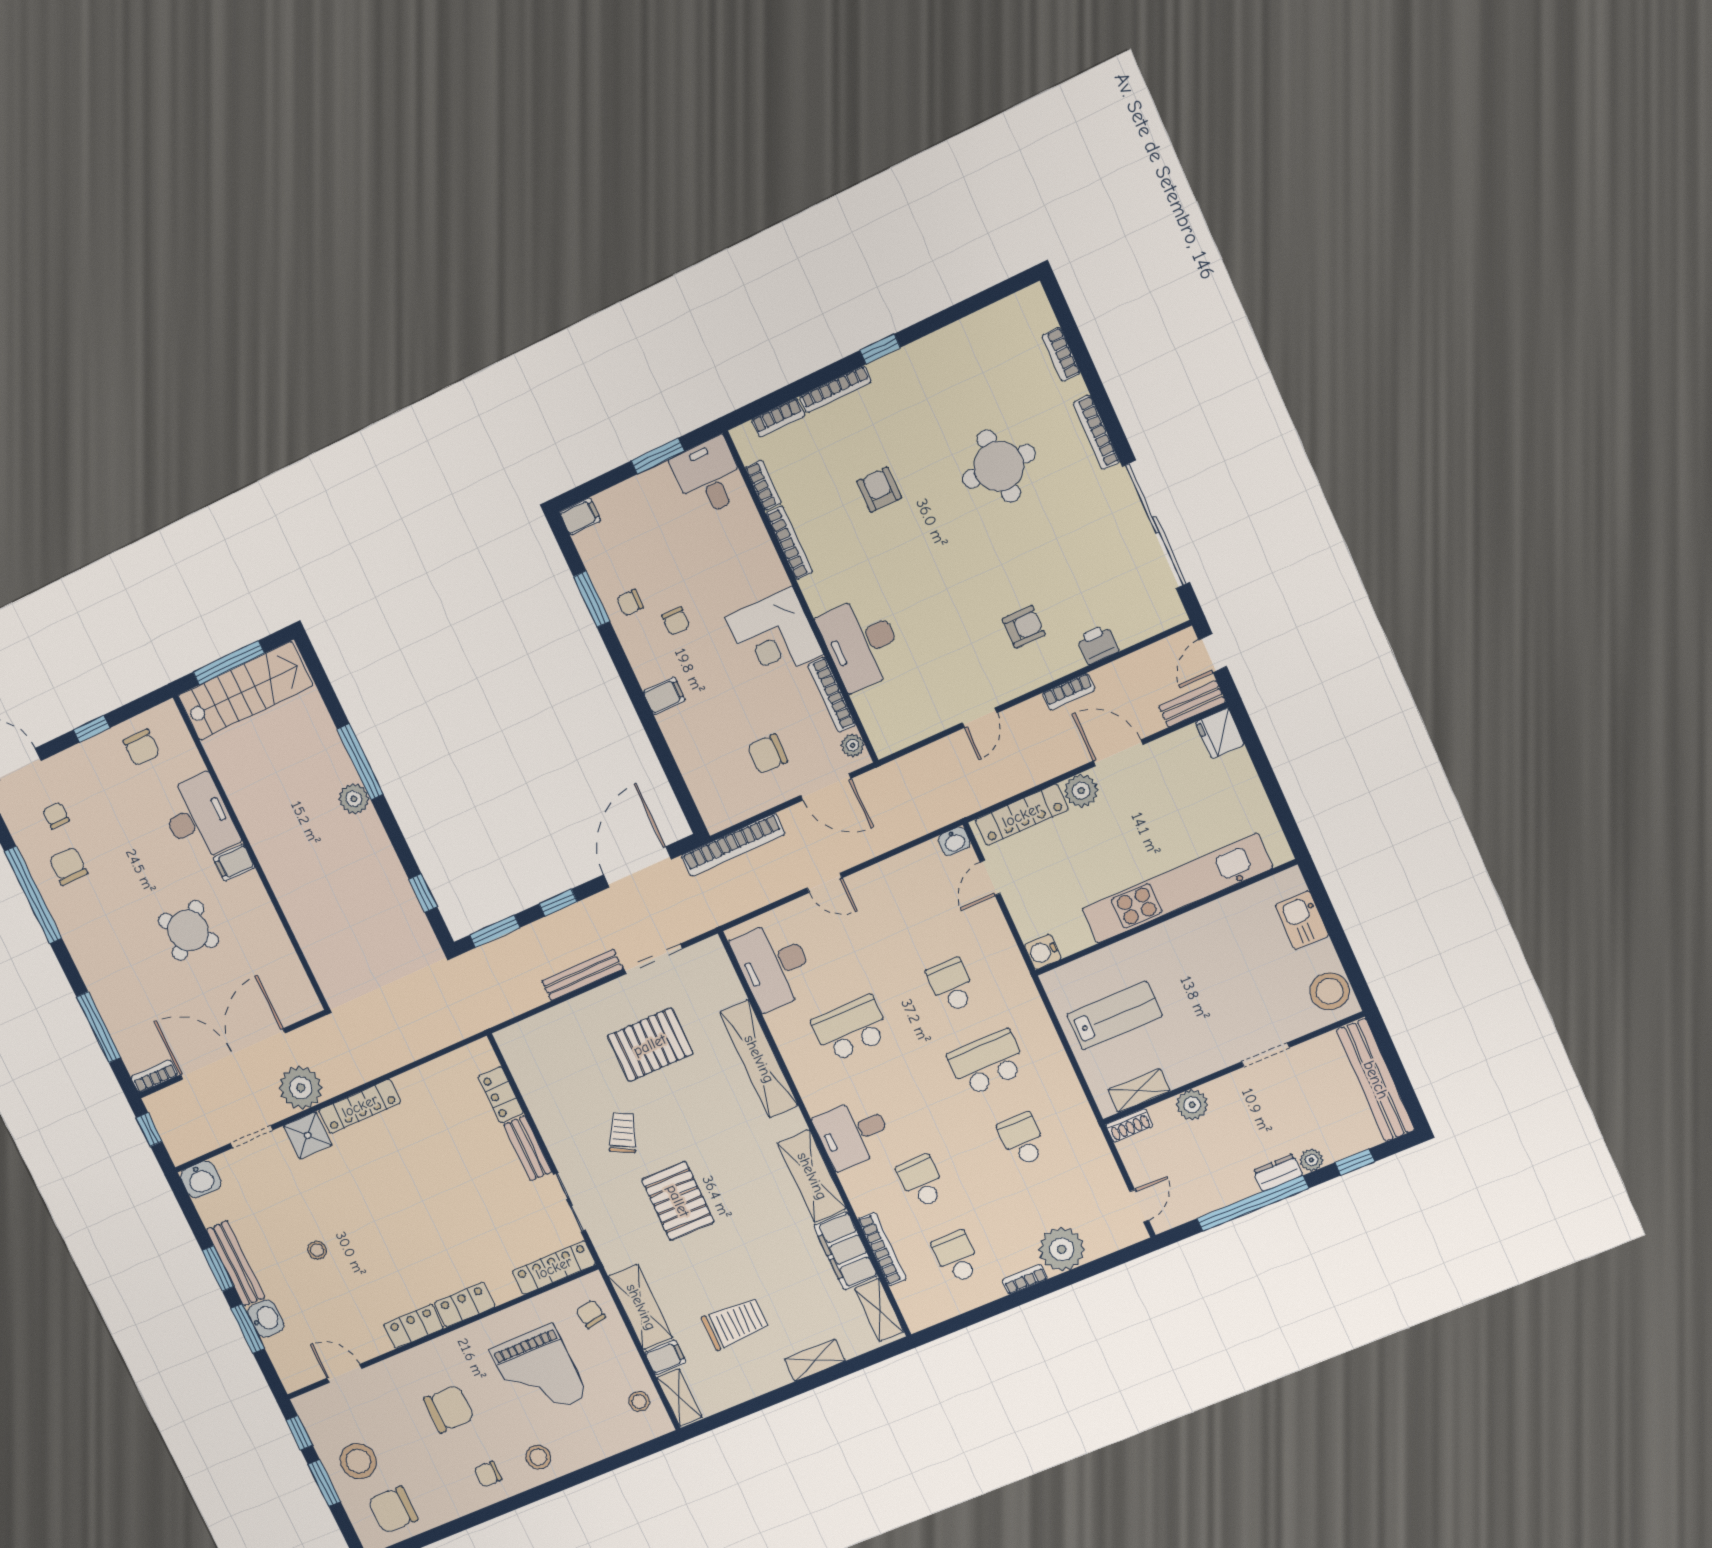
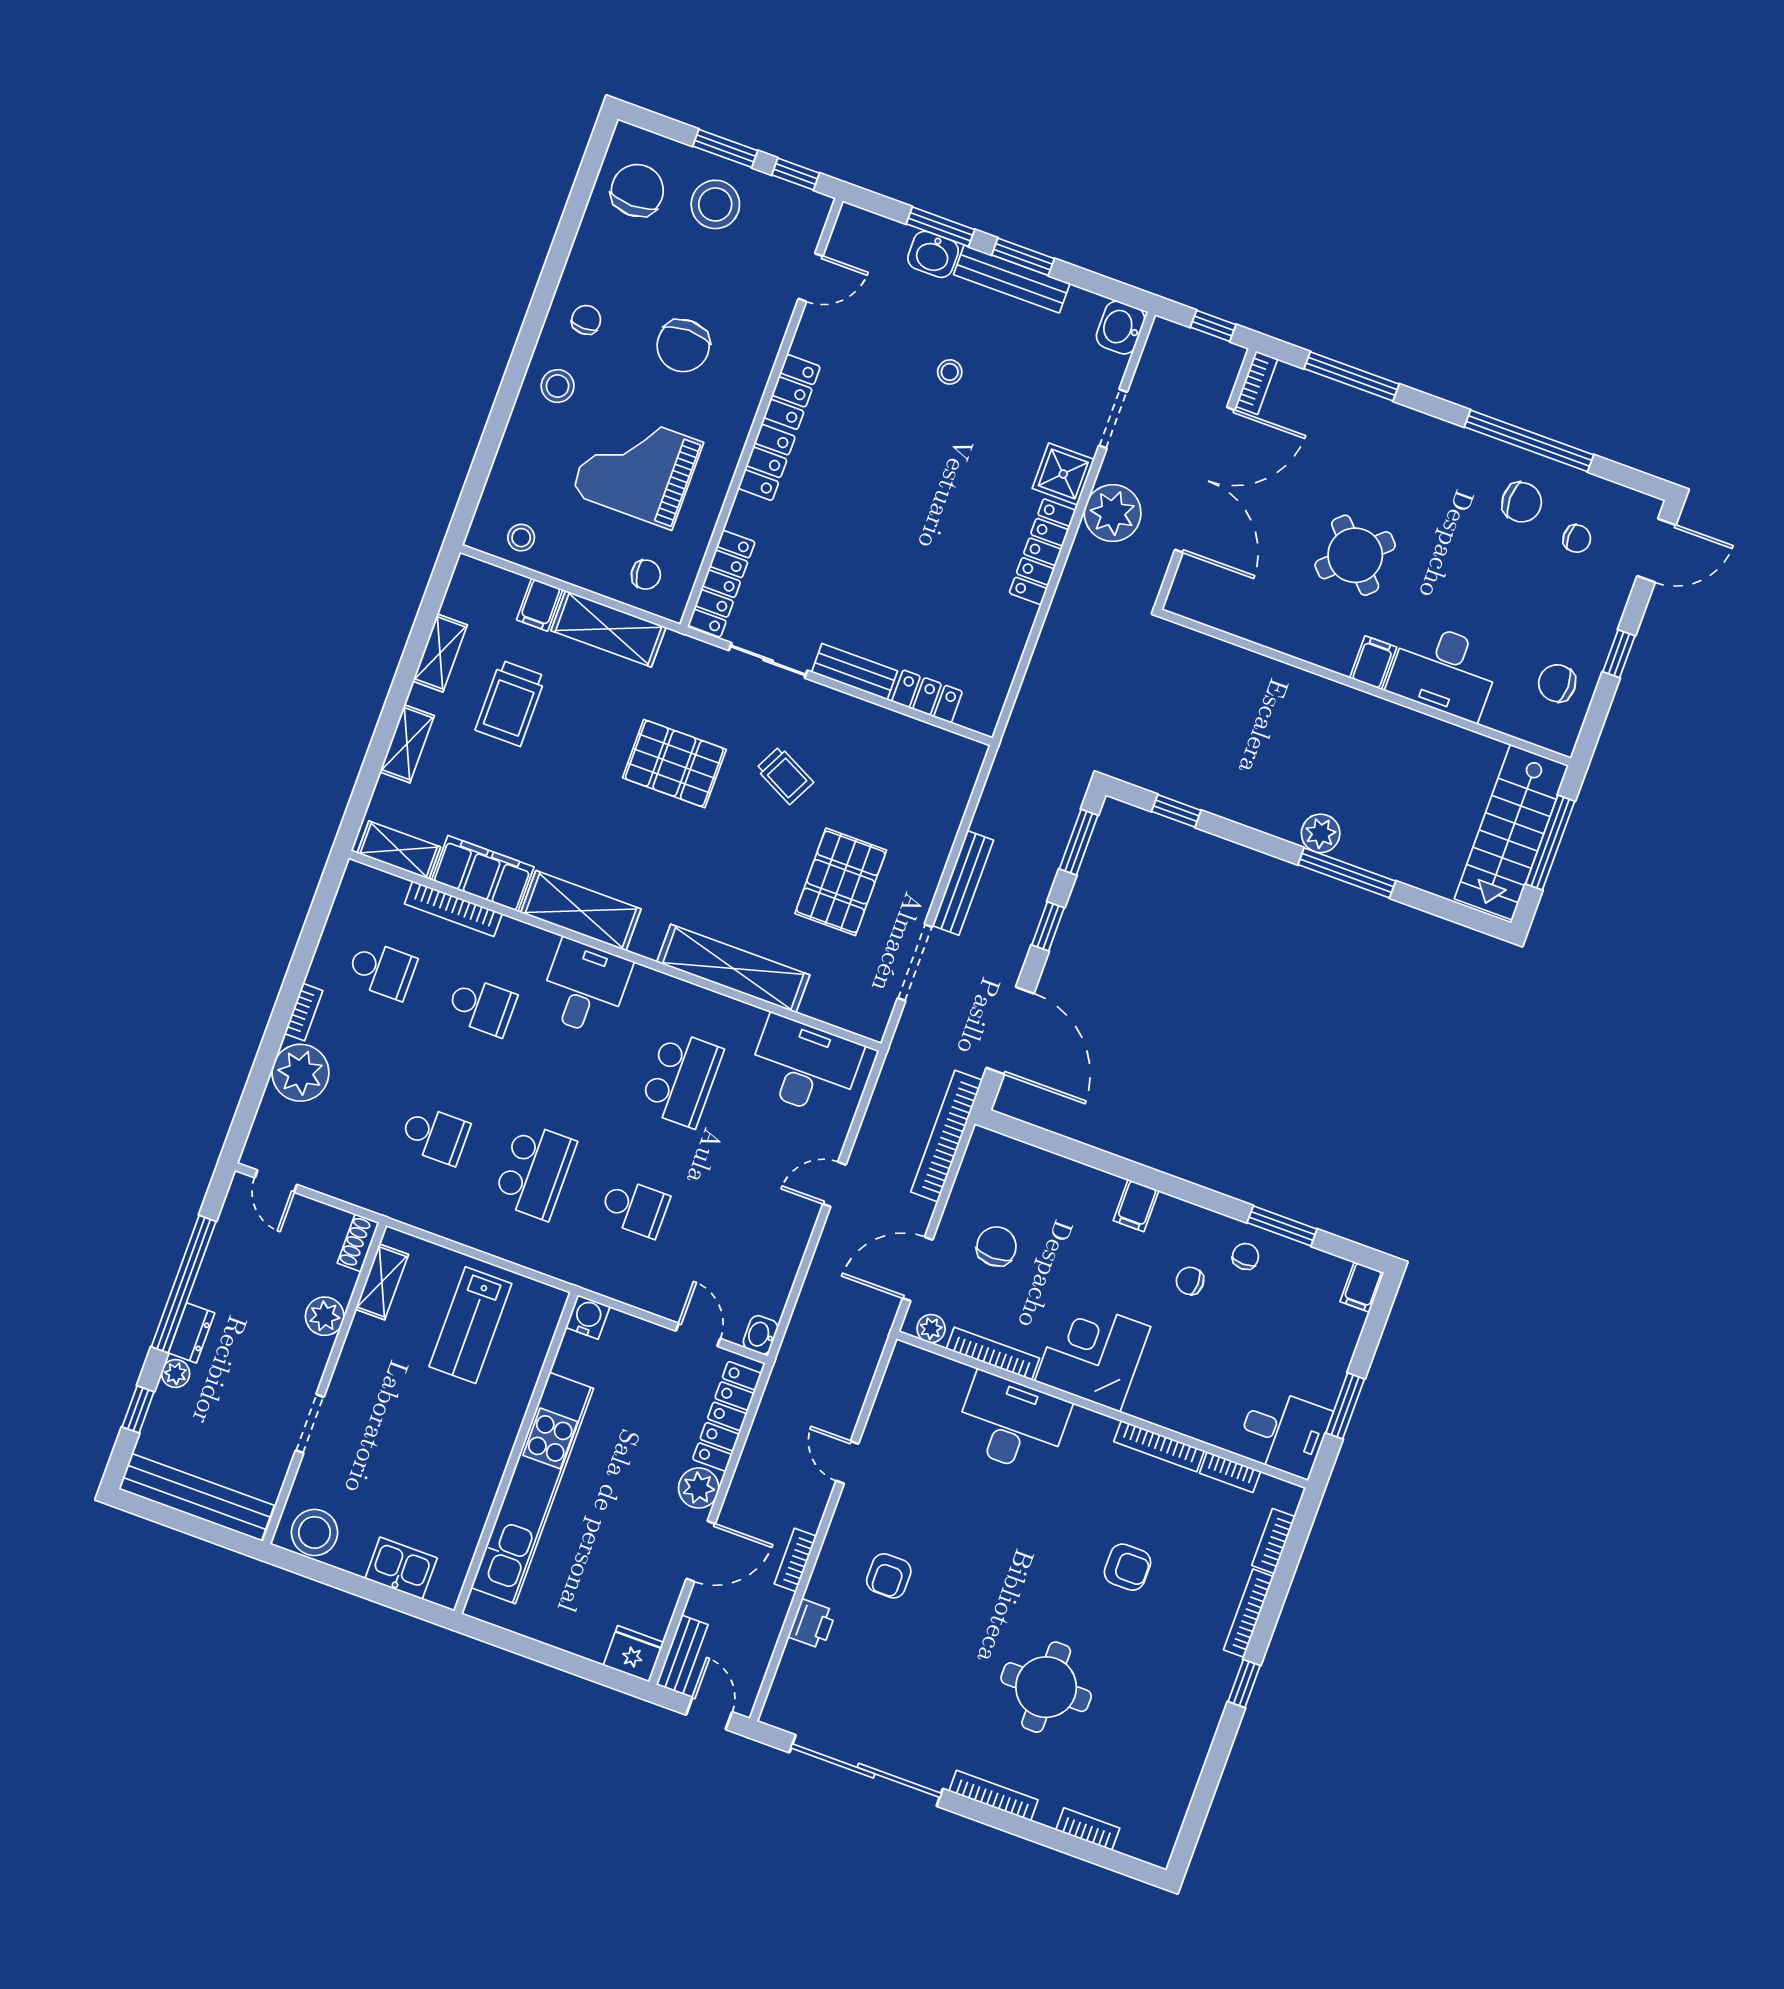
shelving: (679, 1397) -> (440, 653), moved, turned 90

